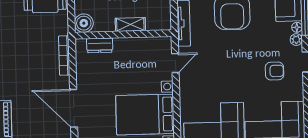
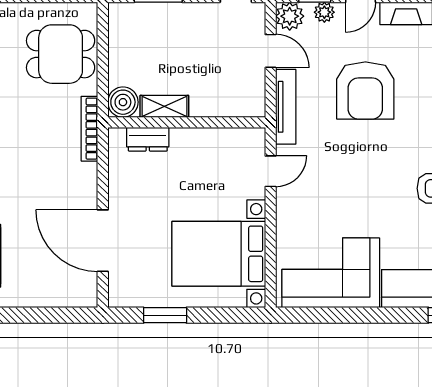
shelving: (130, 24) -> (164, 106), moved
bookcase: (64, 55) -> (89, 129), moved

